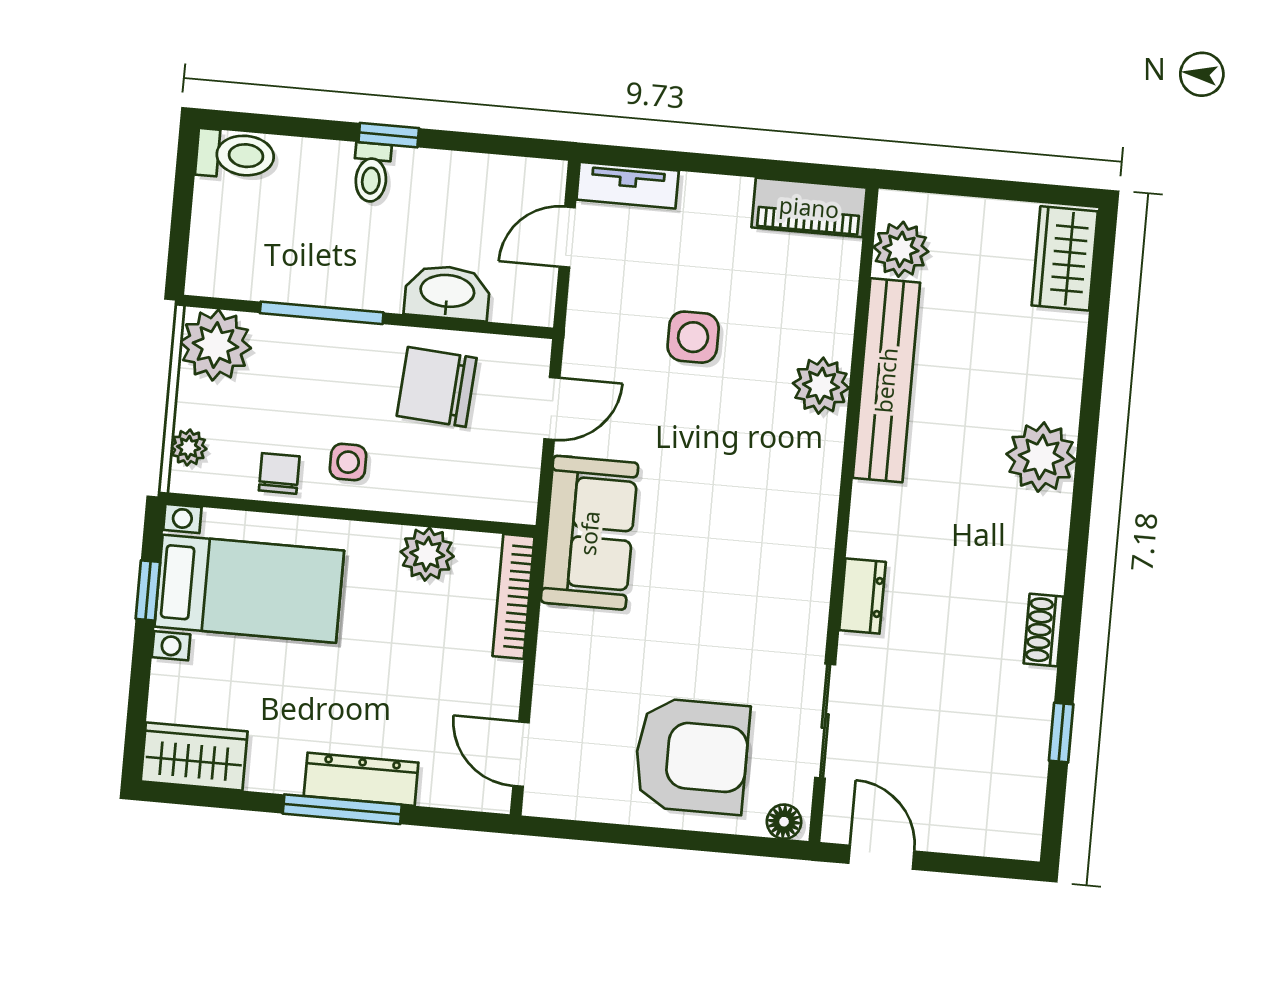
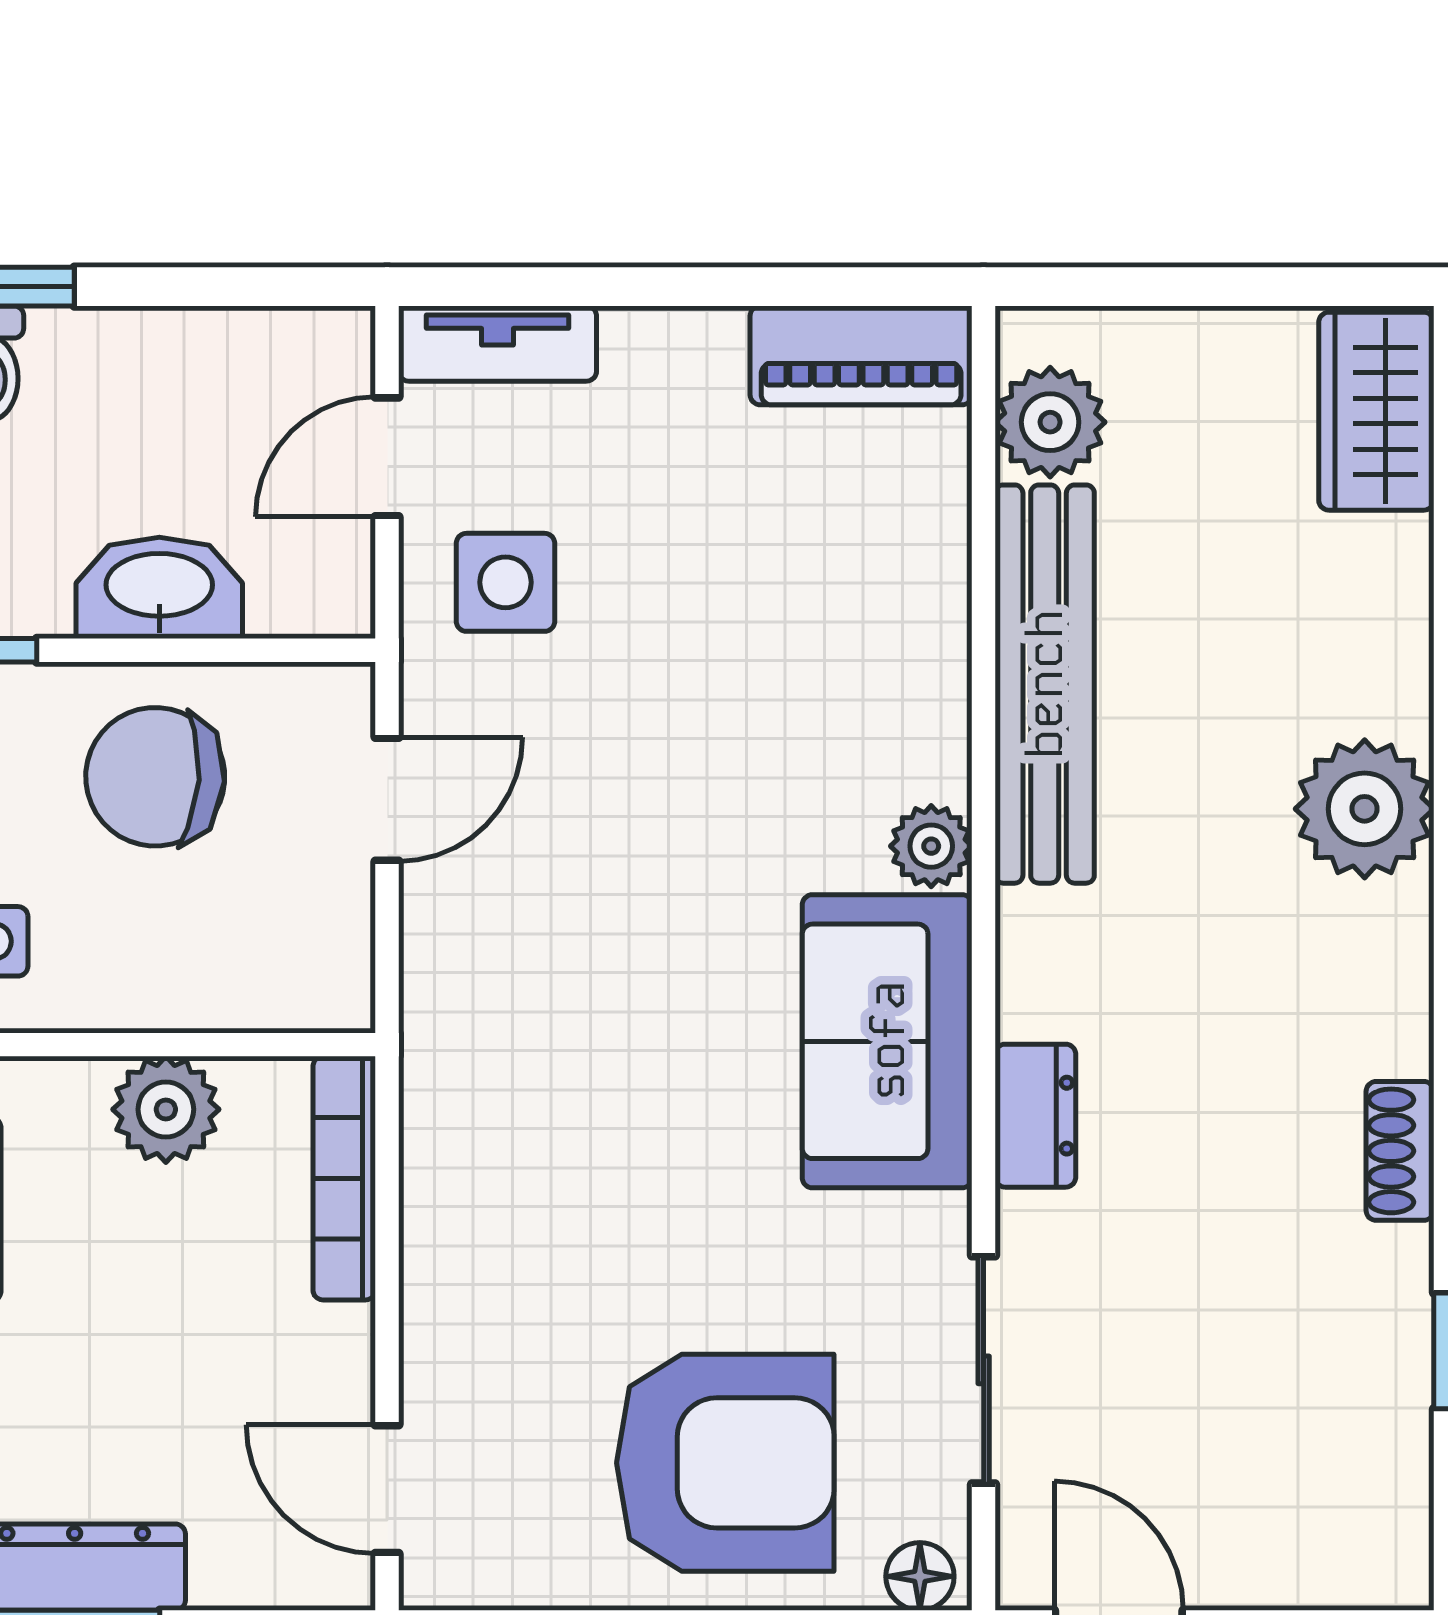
side table: (693, 337) -> (506, 582), moved
plant: (821, 386) -> (931, 846), moved, width x0.73, depth x0.73
sofa: (589, 533) -> (887, 1041), moved, turned 180

